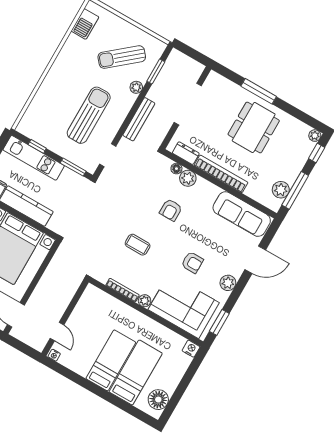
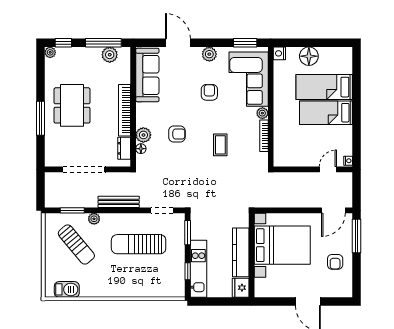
dining table: (254, 127) -> (72, 105), turned 90
floor lamp: (158, 400) -> (309, 56), moved

